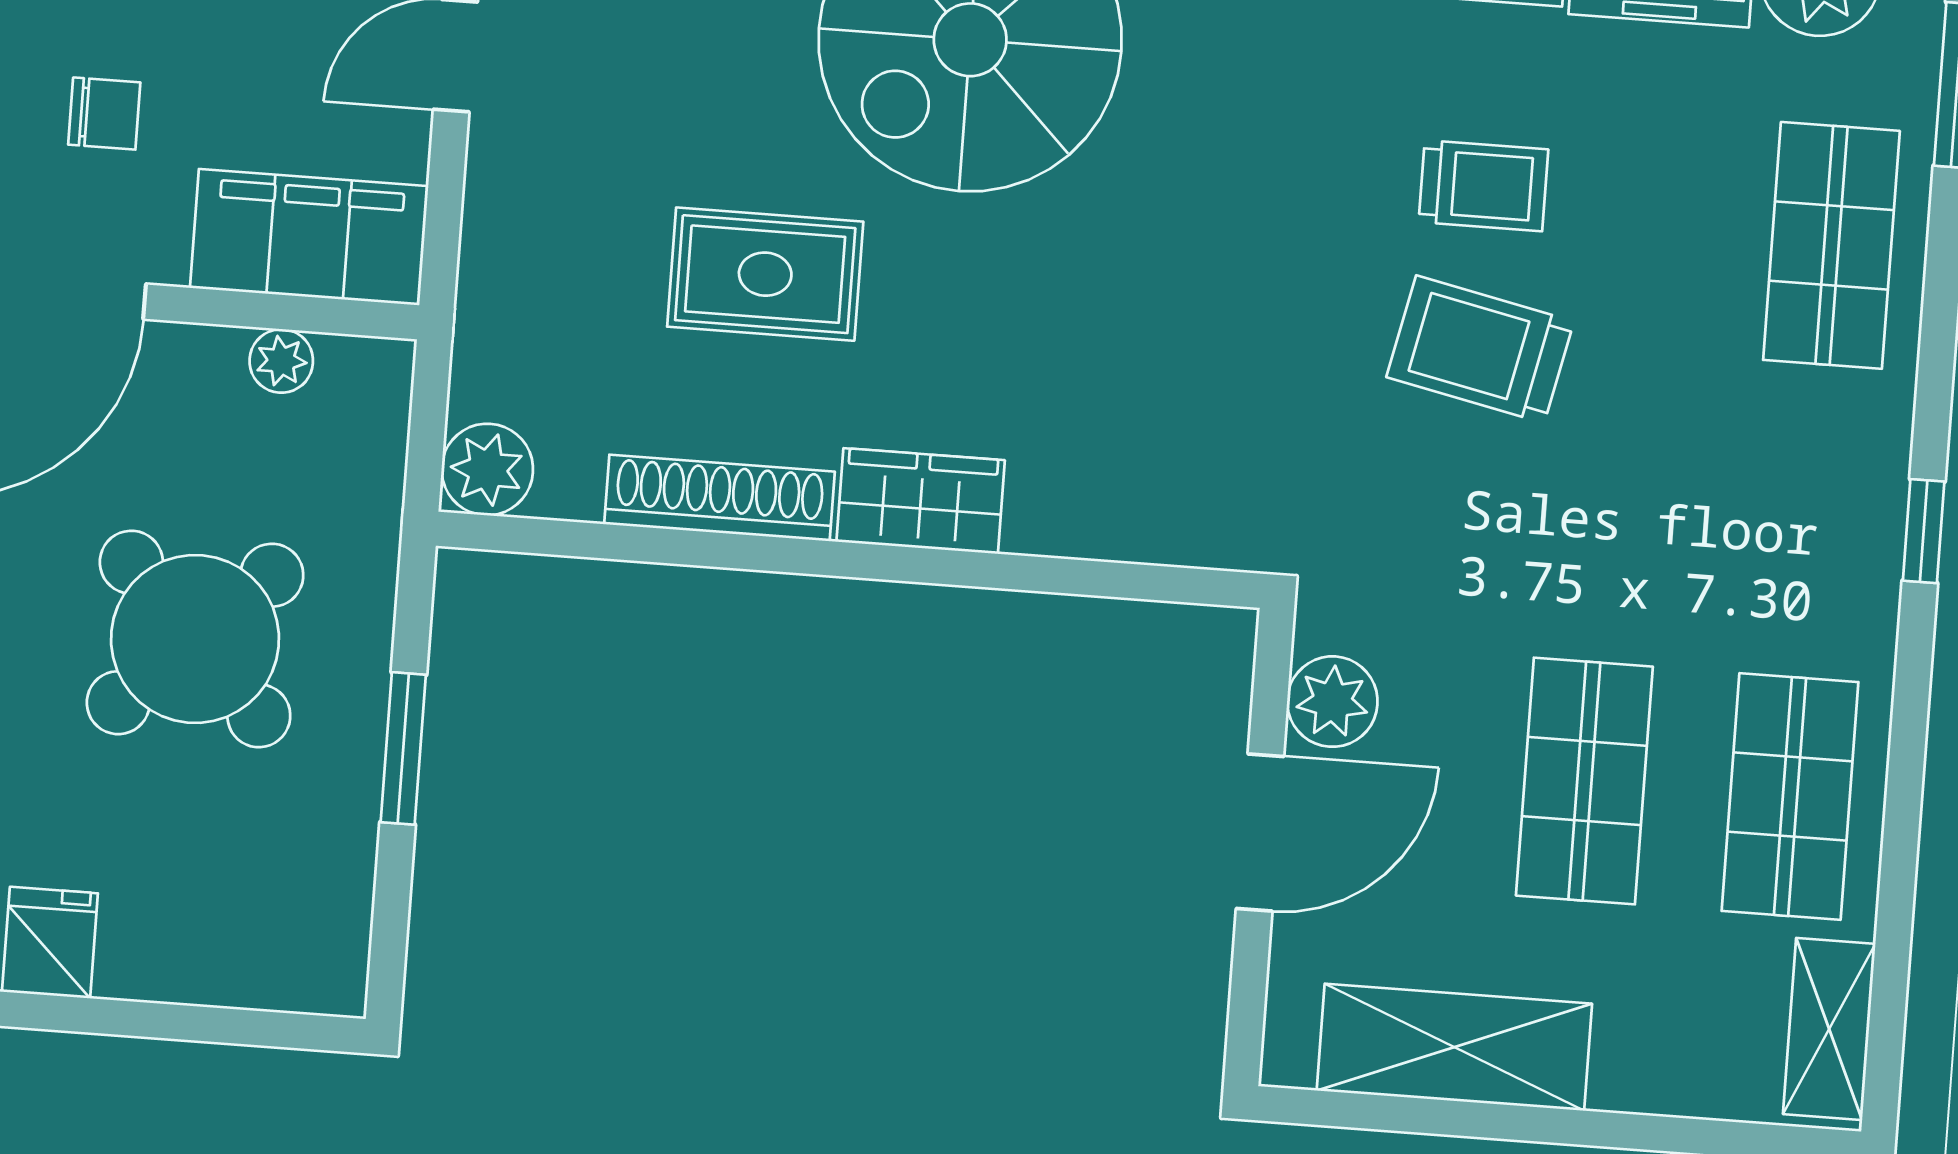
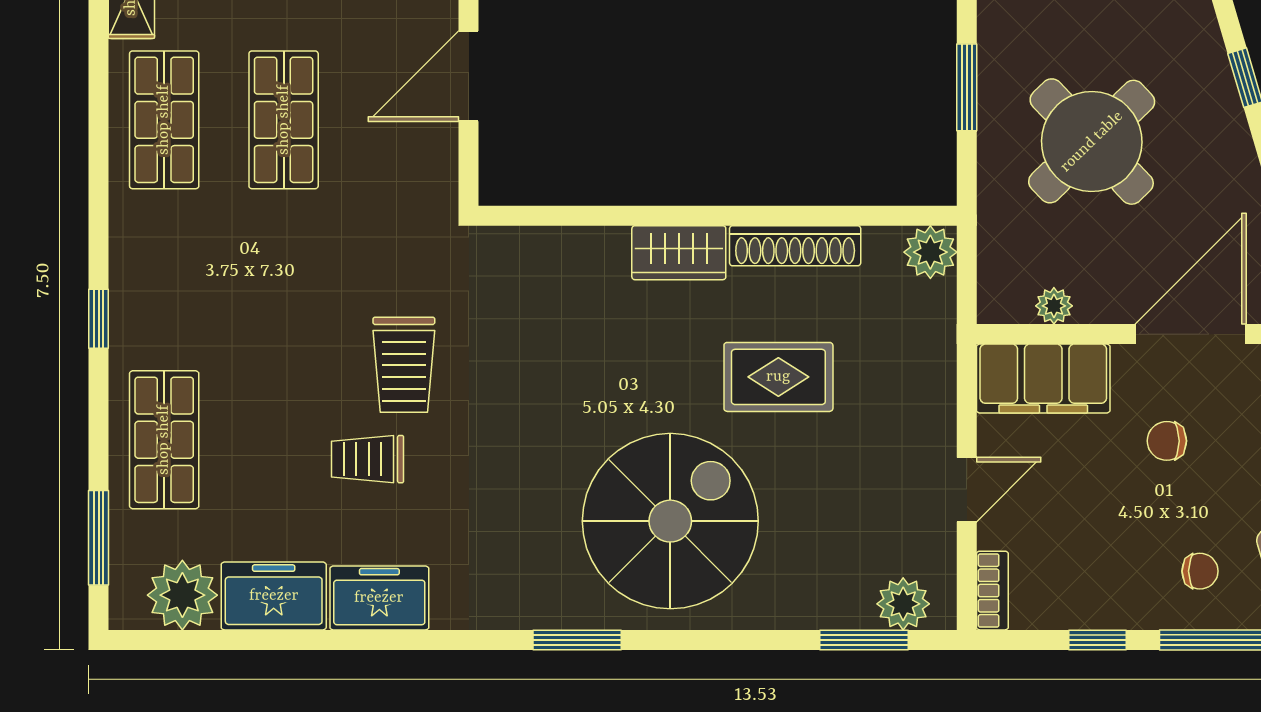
trolley: (1480, 349) -> (404, 365), moved, turned 78
window: (1924, 531) -> (99, 319), moved
plant: (1332, 702) -> (432, 155), removed

